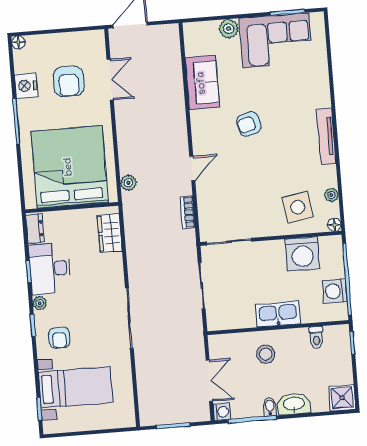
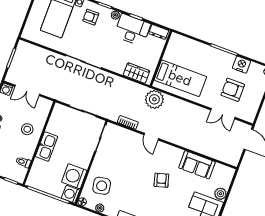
bed: (69, 167) -> (180, 78), width x0.49
plant: (128, 183) -> (154, 99), width x1.88, depth x1.88
washing machine: (335, 291) -> (71, 194), moved, turned -90

